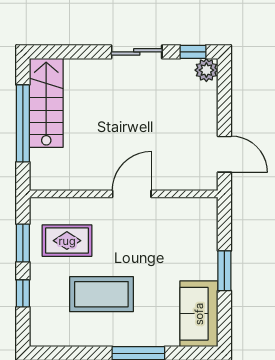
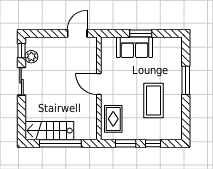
plant: (206, 70) -> (31, 57), moved
rug: (67, 241) -> (113, 119), moved
sofa: (199, 314) -> (134, 47), moved

